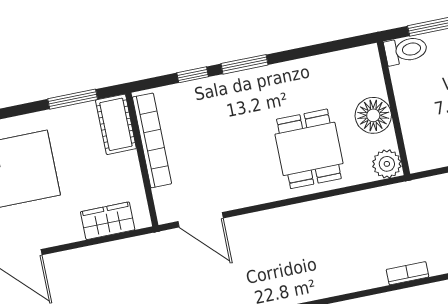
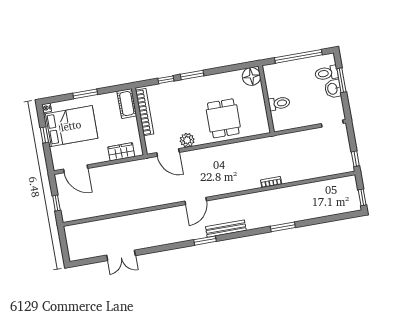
toilet: (406, 50) -> (279, 103), moved
window: (73, 99) -> (85, 94), moved
floor lamp: (373, 115) -> (251, 76), moved
plant: (387, 164) -> (187, 140), moved

